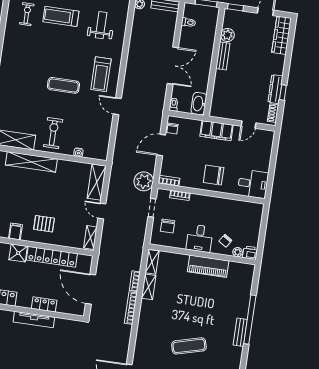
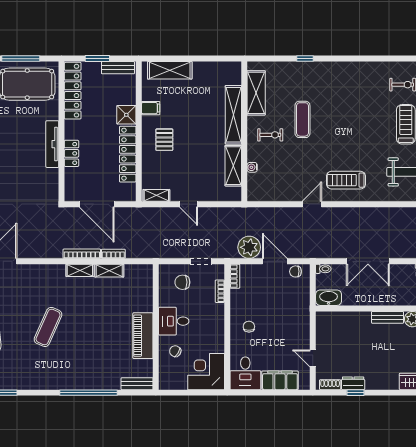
exercise mat: (63, 85) -> (302, 119), moved
dresser: (275, 89) -> (353, 383), width x0.70
filing cabinet: (217, 131) -> (280, 380), moved, turned 90
exercise bike: (53, 133) -> (270, 135), width x0.73, depth x0.72
chair: (214, 175) -> (249, 327), width x0.54, depth x0.54
plant: (144, 181) -> (249, 247), moved
shelving: (97, 182) -> (233, 166), moved, turned 90
door: (102, 211) -> (189, 204), swing flipped
corner desk: (246, 217) -> (206, 372), added
plant: (238, 252) -> (164, 367), removed
printer: (250, 253) -> (166, 382), removed
shelving: (152, 262) -> (80, 270), moved
door: (91, 289) -> (97, 204), swing flipped
bench: (240, 332) -> (137, 384), moved
exercise mat: (189, 346) -> (48, 327), turned 39

